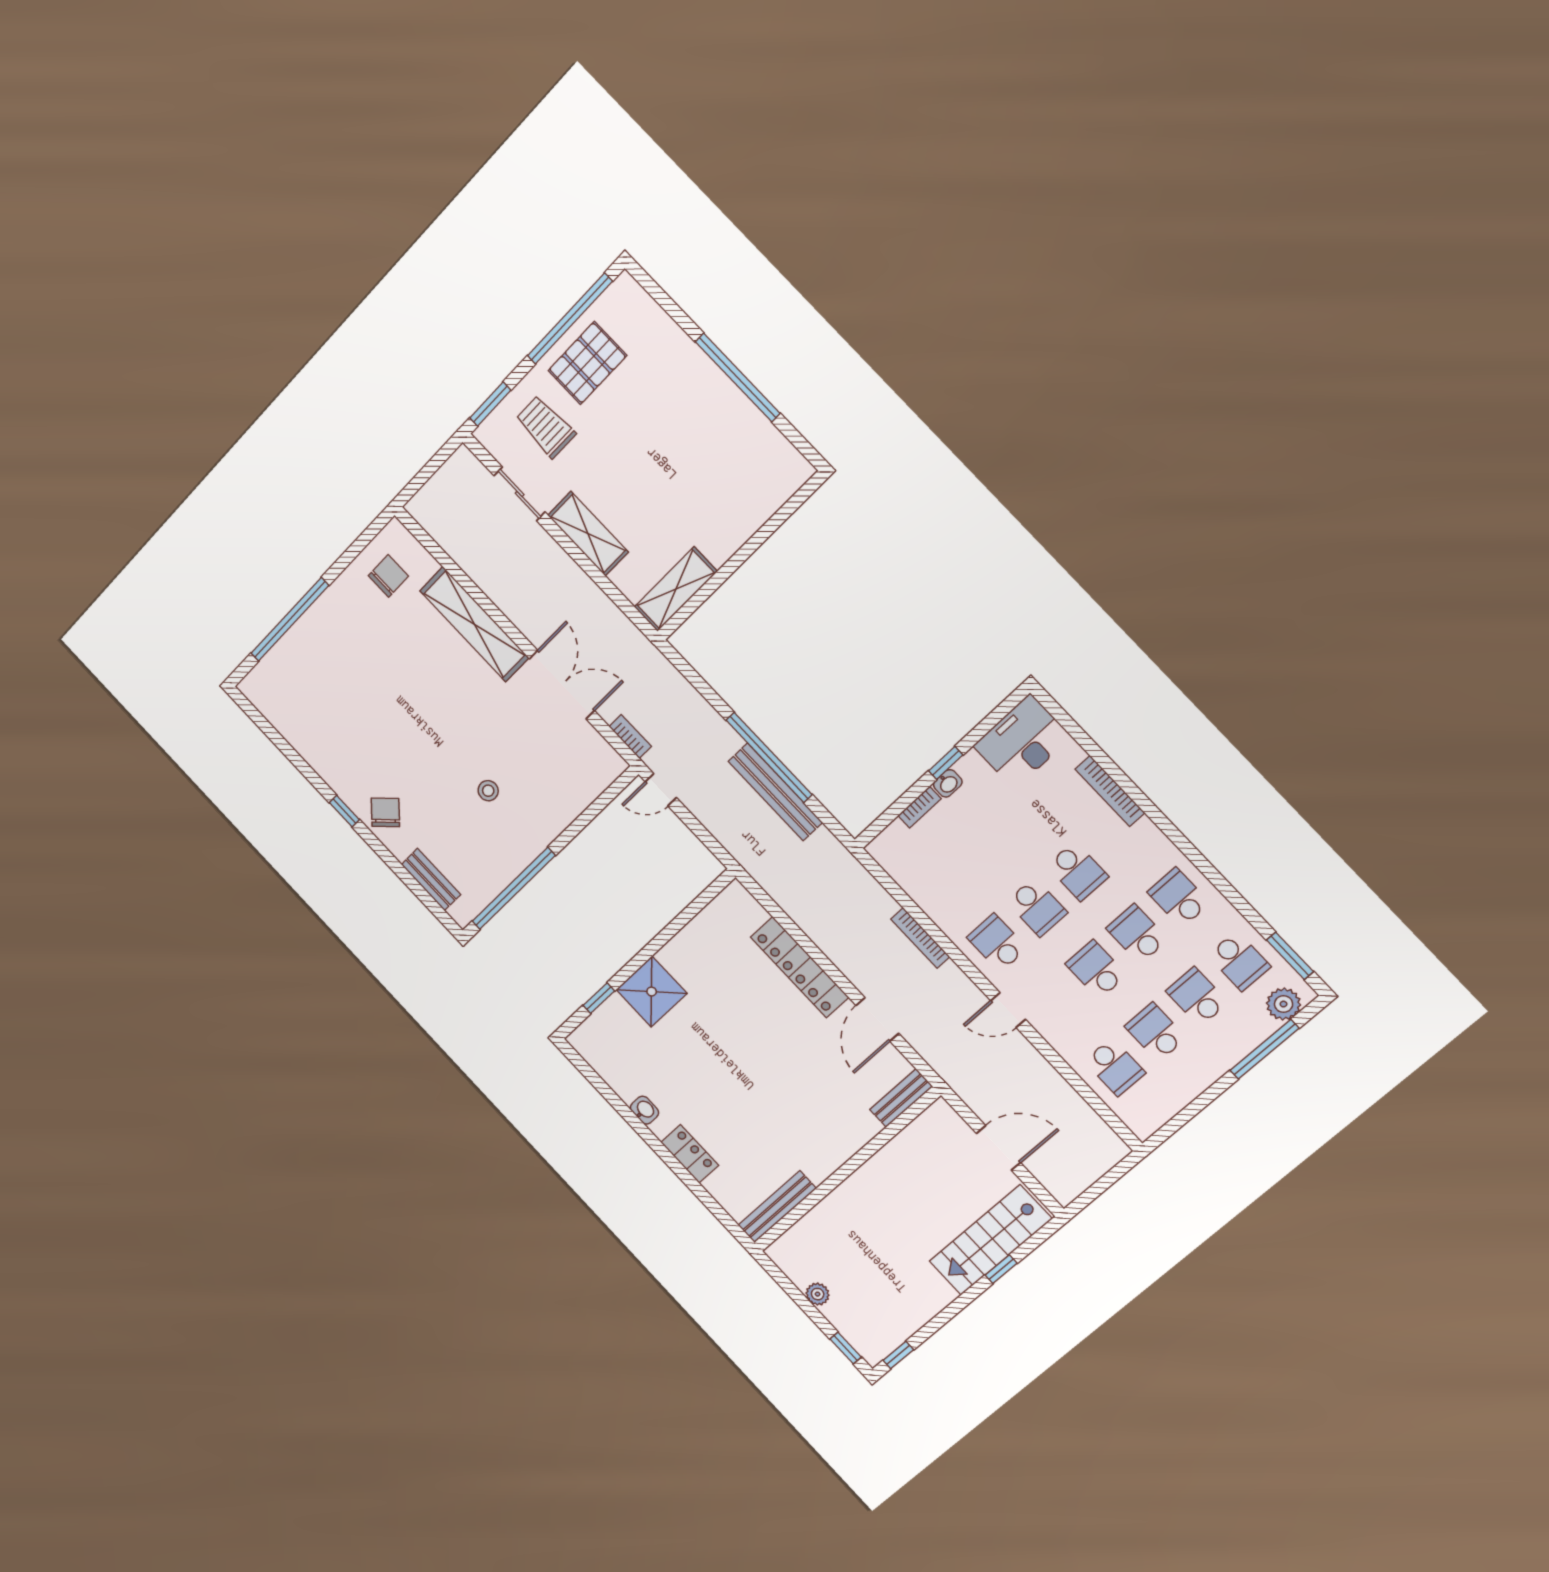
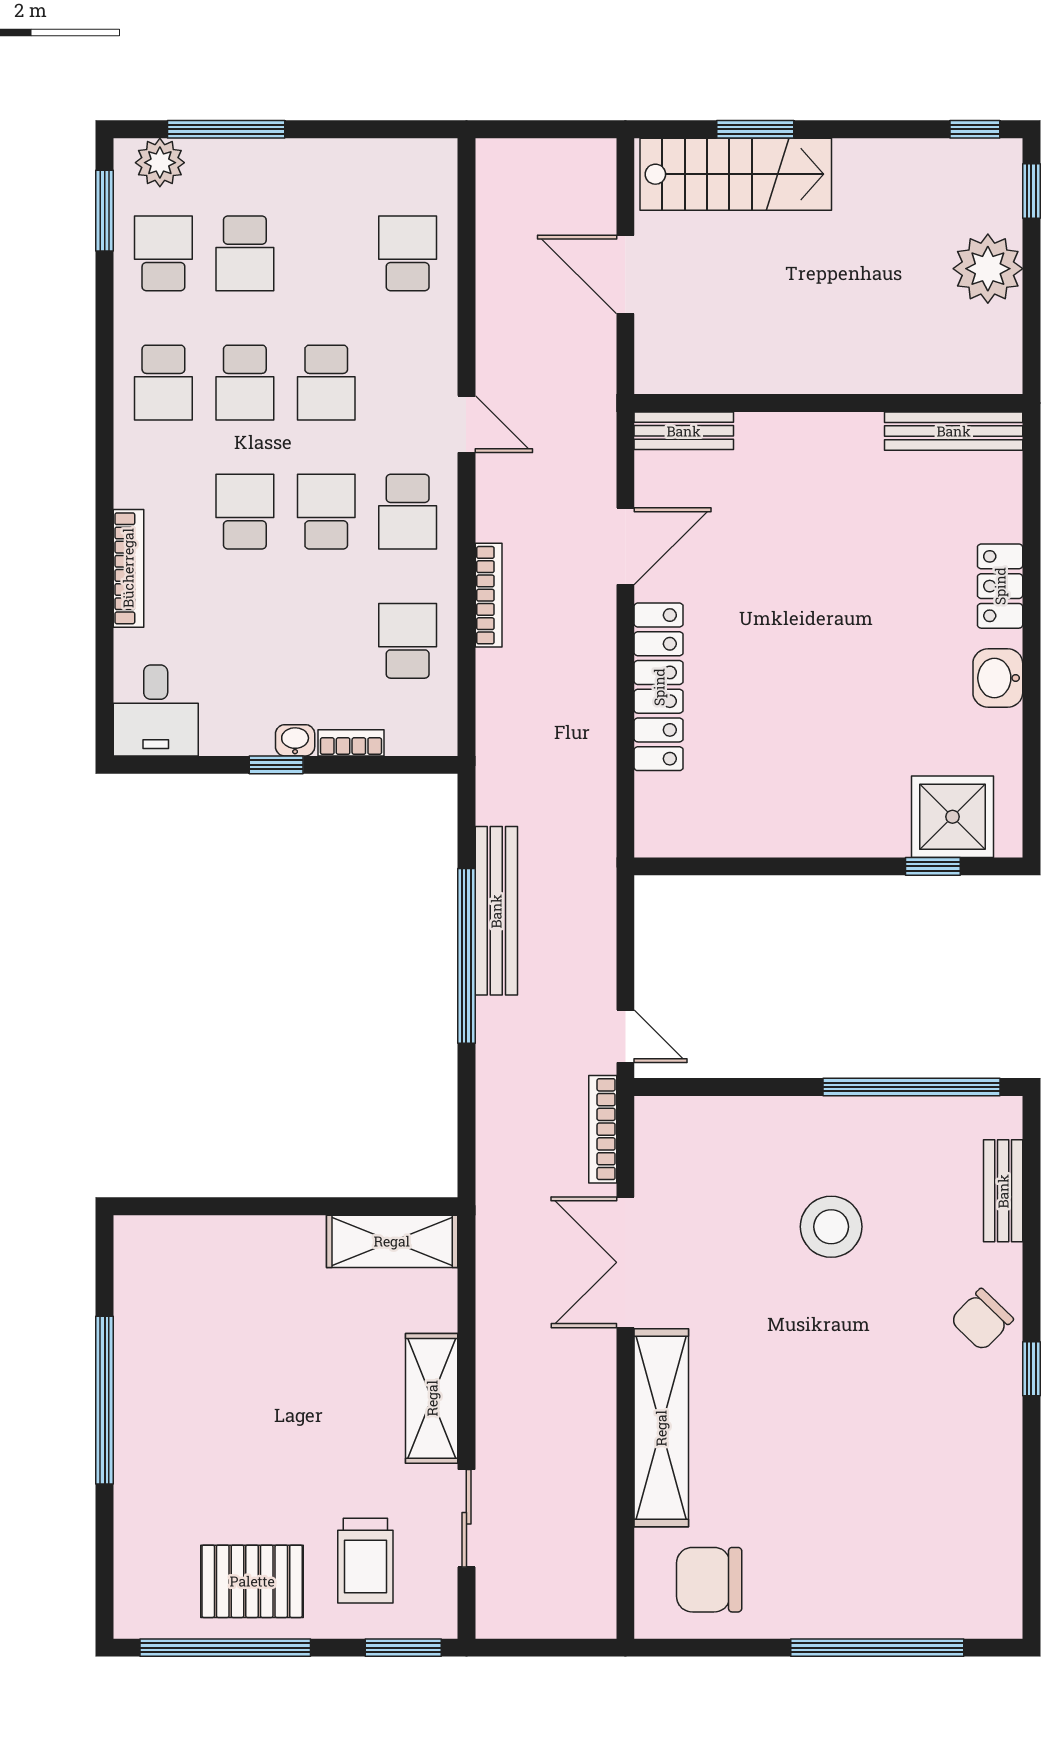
chair: (388, 576) -> (709, 1580), width x1.37, depth x1.37
bookcase: (630, 737) -> (603, 1129), width x1.56
desk: (1022, 742) -> (156, 710), width x0.73
stool: (488, 791) -> (831, 1227), width x1.89, depth x1.89
shower: (652, 992) -> (952, 817), moved
school desk: (1156, 1032) -> (408, 641), moved, turned 180
washbasin: (644, 1110) -> (998, 678), width x1.38, depth x1.45
window: (1001, 1269) -> (755, 129), width x1.50
plant: (818, 1294) -> (988, 269), width x1.88, depth x1.88

